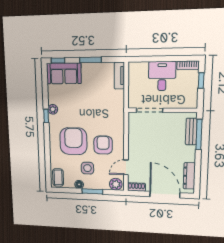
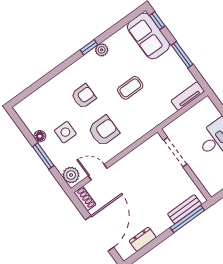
armchair: (73, 141) -> (84, 96), width x0.53, depth x0.53
dresser: (189, 176) -> (143, 239), width x0.70
coffee table: (58, 177) -> (130, 88), moved

